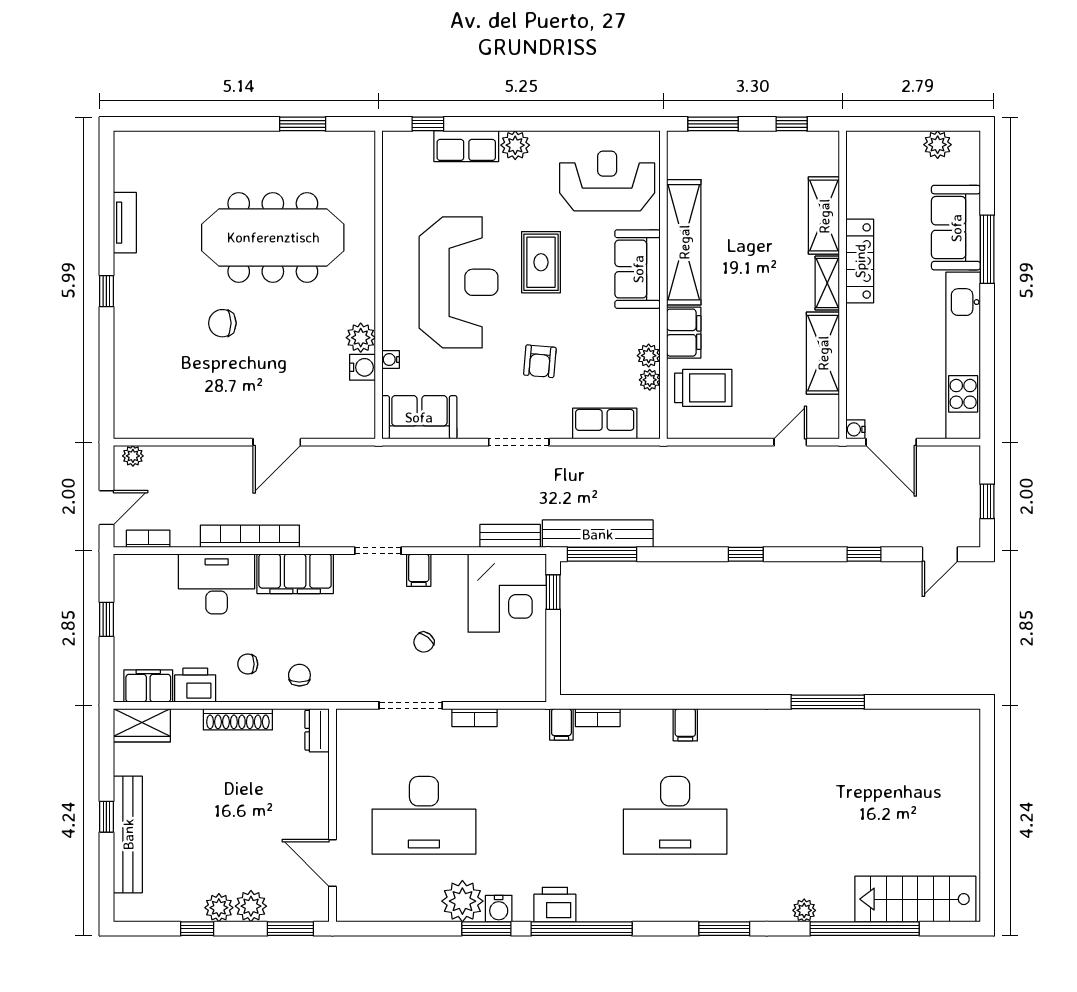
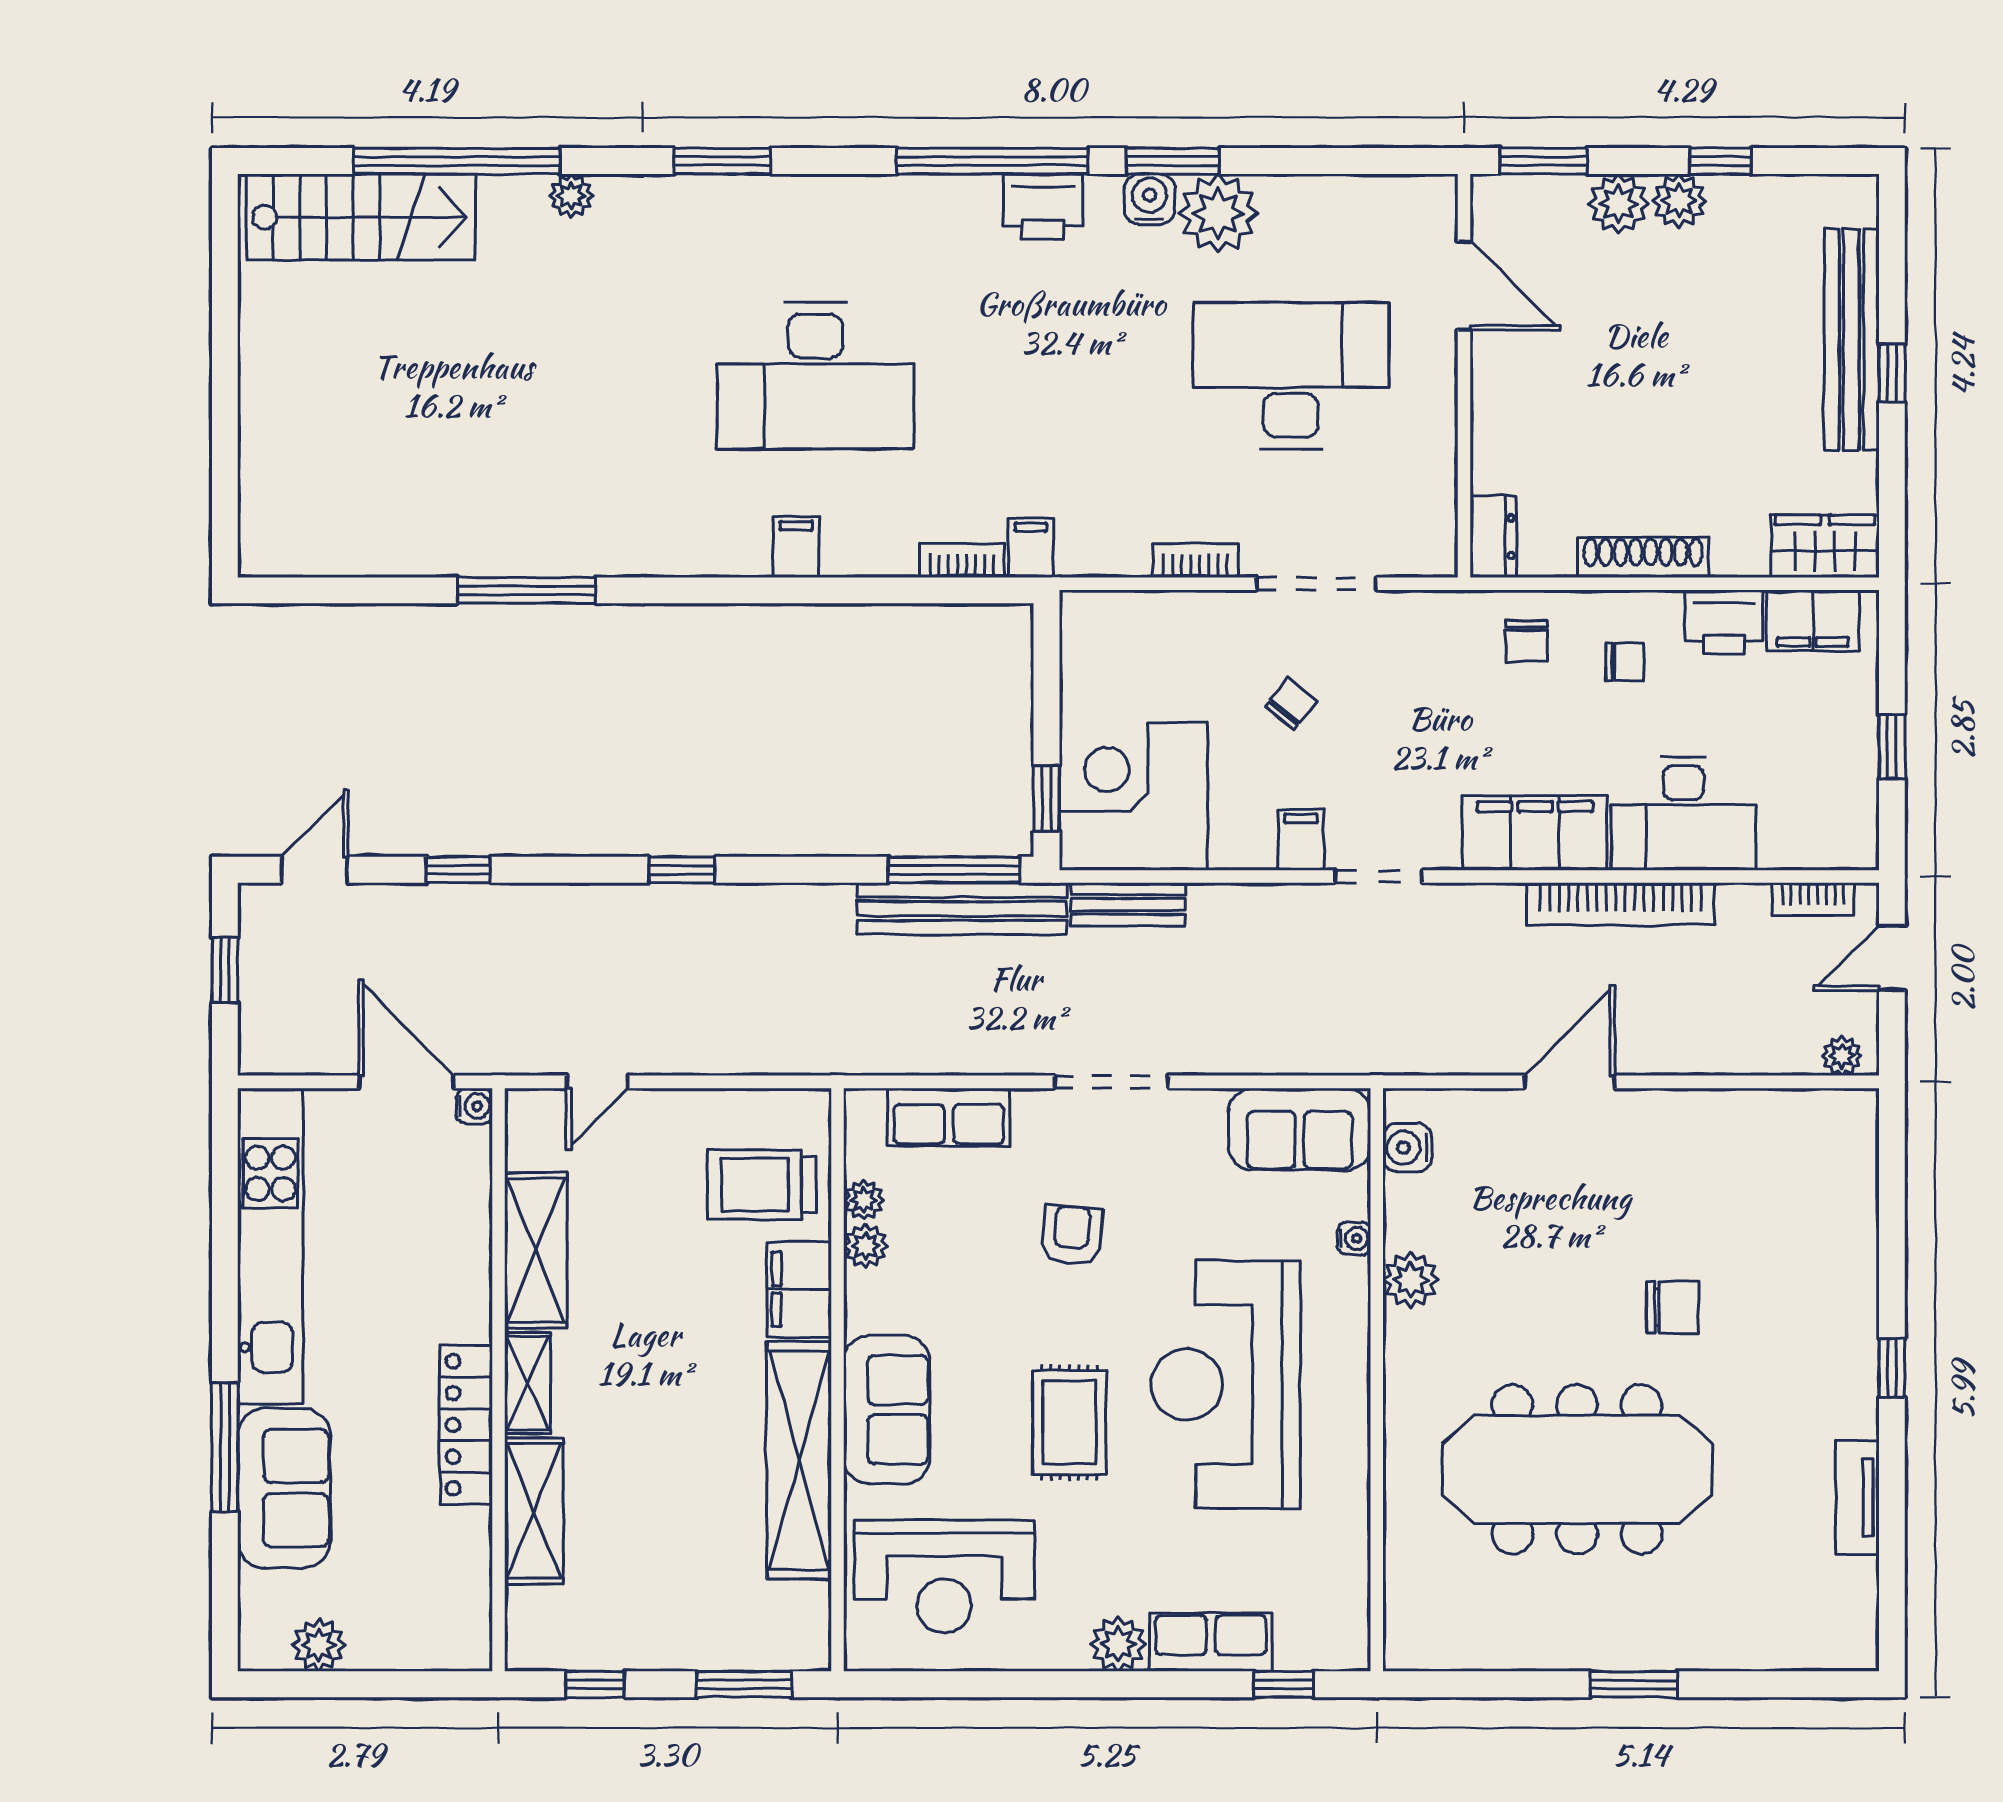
window: (303, 124) -> (1634, 1684), moved
water cooler: (362, 367) -> (1407, 1148), moved
desk: (675, 815) -> (815, 376), turned 180

